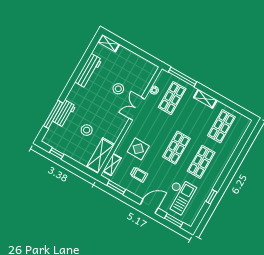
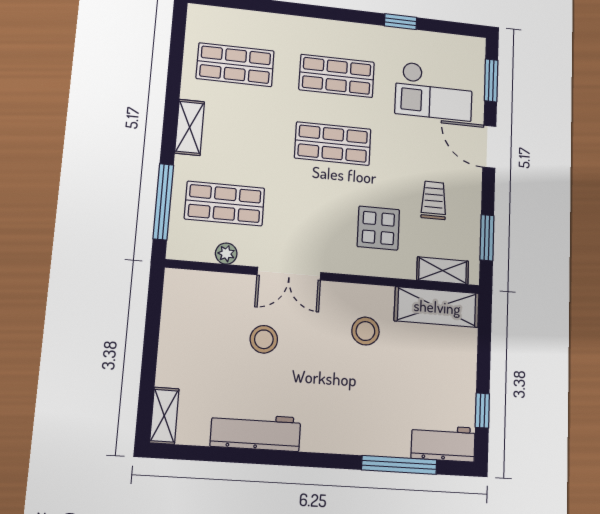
workbench: (64, 114) -> (443, 443), moved
stool: (87, 130) -> (365, 331), moved
checkout: (179, 196) -> (434, 91), turned 180

